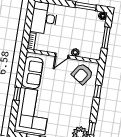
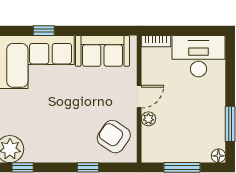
door: (62, 56) -> (139, 97), swing flipped
window: (17, 94) -> (44, 31), moved

